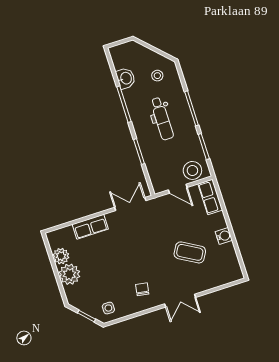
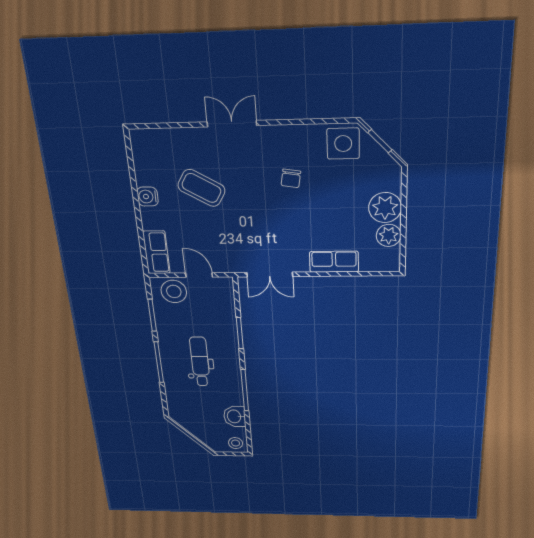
stool: (157, 76) -> (236, 443), moved
chair: (142, 289) -> (291, 178), moved
side table: (108, 308) -> (343, 144), width x1.87, depth x1.87

